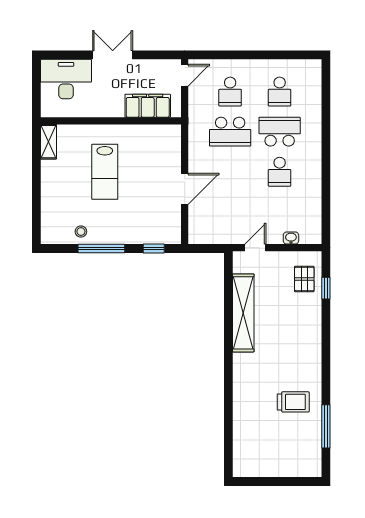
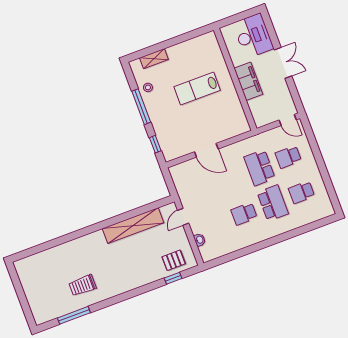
filing cabinet: (148, 106) -> (248, 81), moved
shelving: (49, 142) -> (154, 59), moved
door: (255, 248) -> (183, 217), swing flipped
trolley: (293, 402) -> (83, 285), turned 90

